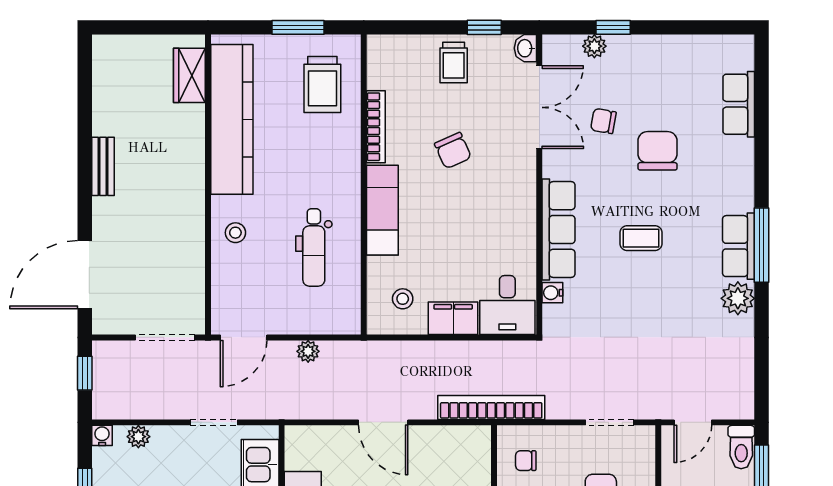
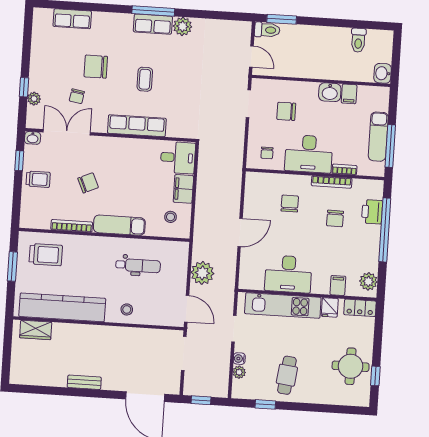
water cooler: (552, 293) -> (173, 132), removed
plant: (308, 351) -> (202, 273), width x1.88, depth x1.88
bookcase: (491, 407) -> (236, 171), removed
water cooler: (102, 435) -> (239, 359), moved

